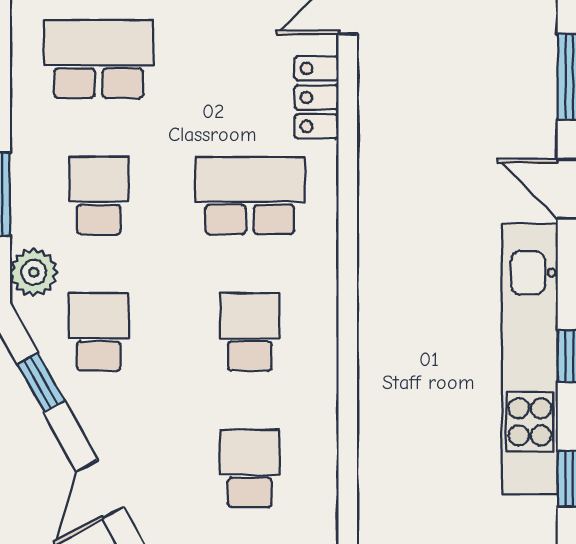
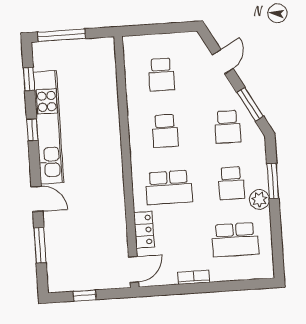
plant: (34, 272) -> (259, 200), moved
window: (41, 382) -> (250, 104), width x1.50

